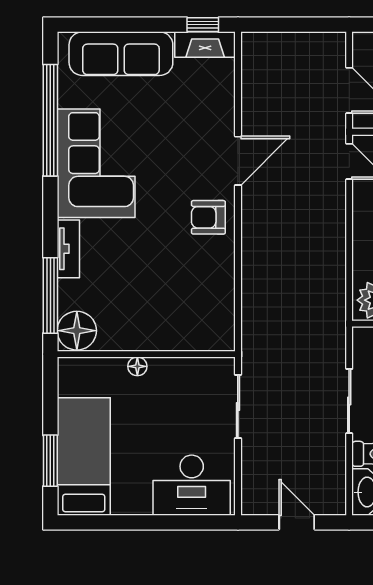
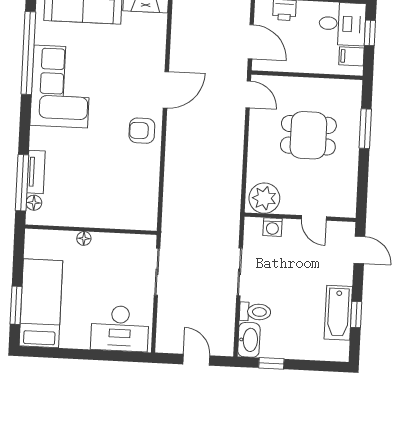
tv unit: (68, 249) -> (36, 172), moved
floor lamp: (77, 331) -> (34, 203), width x0.53, depth x0.53

